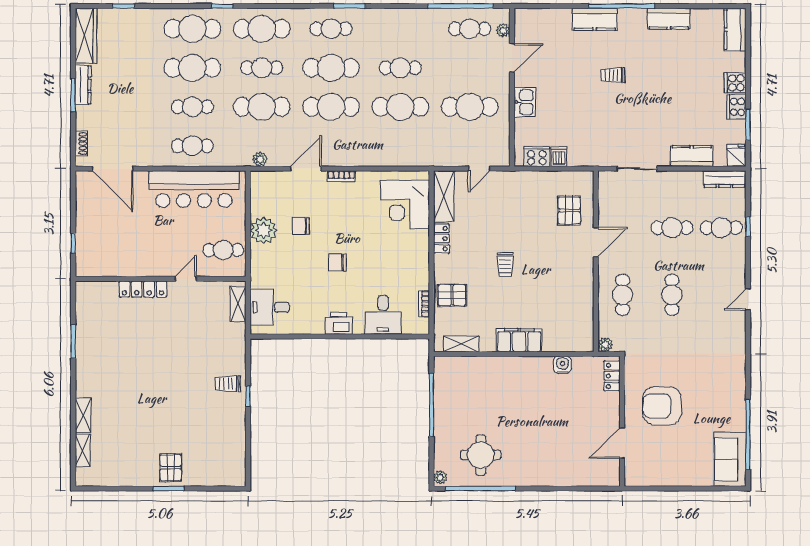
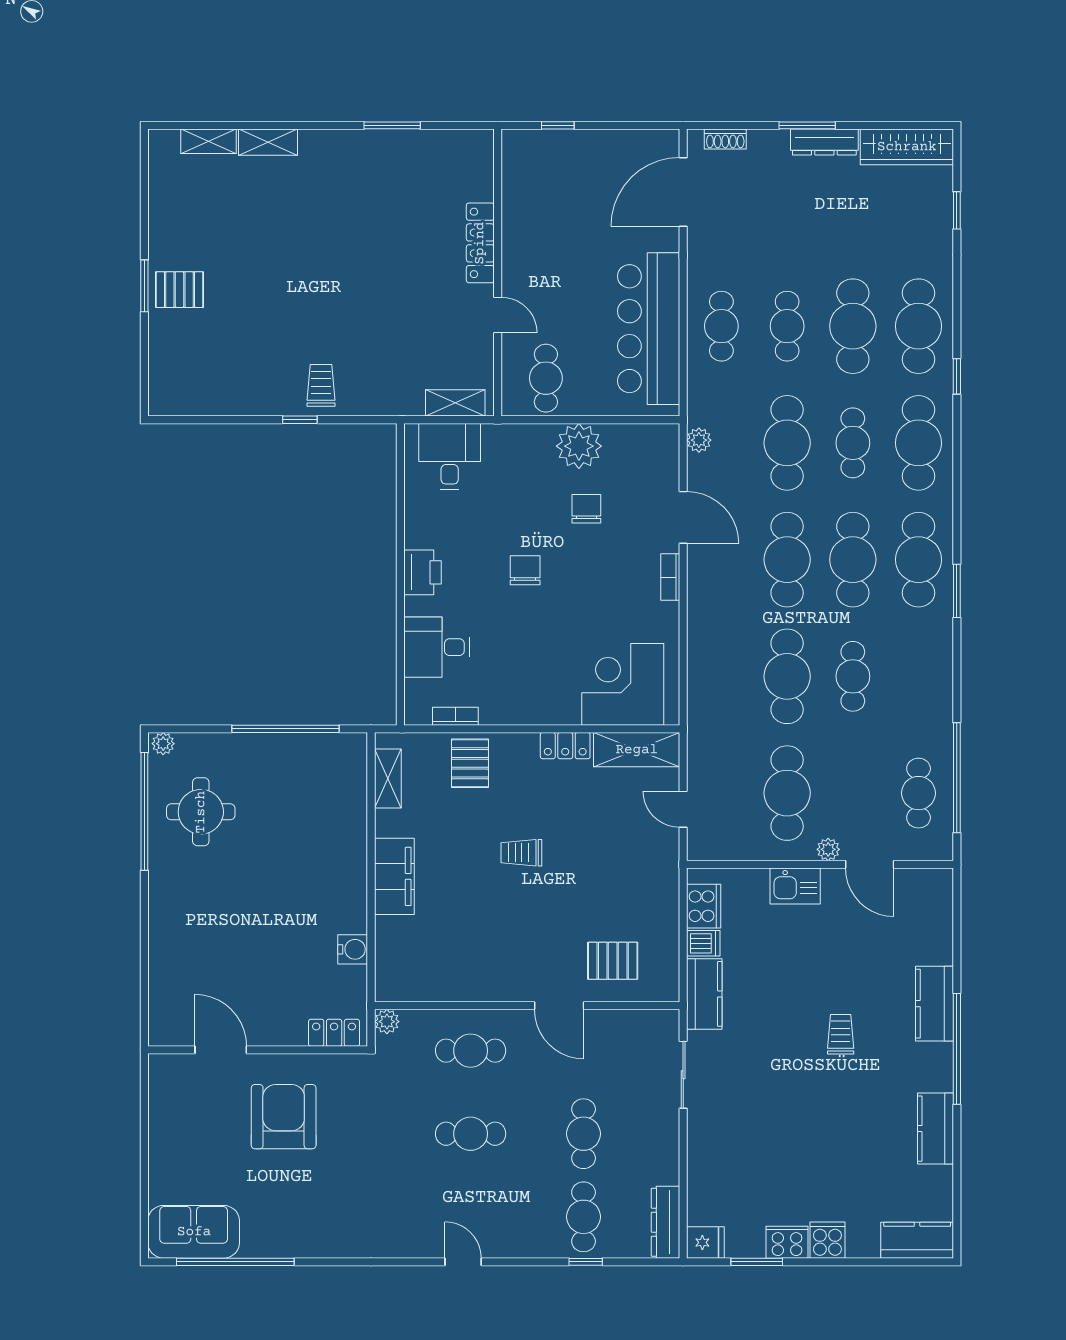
cafe table: (331, 29) -> (919, 560), width x1.37, depth x1.35
plant: (503, 30) -> (828, 849), moved
kitchen counter: (692, 156) -> (704, 994), moved

